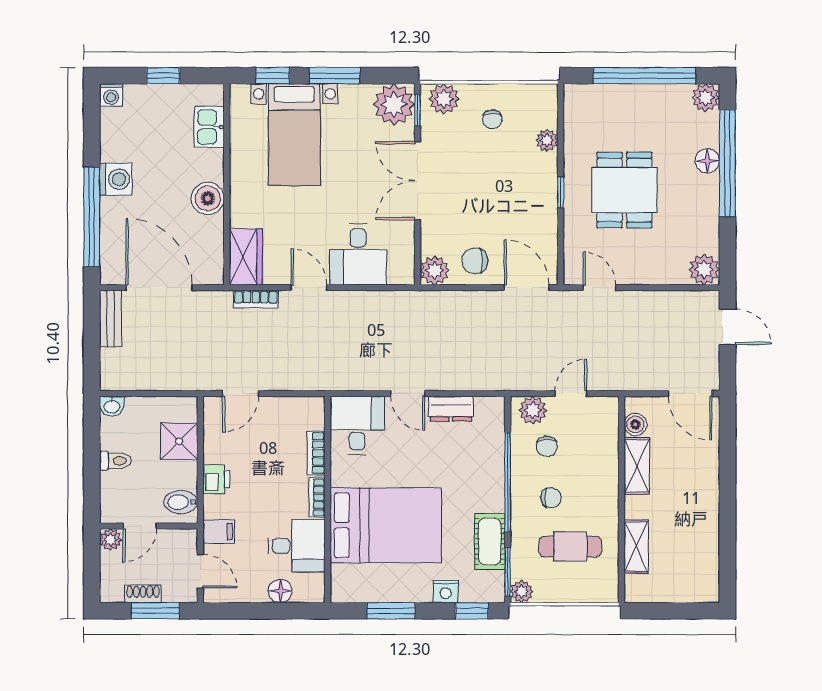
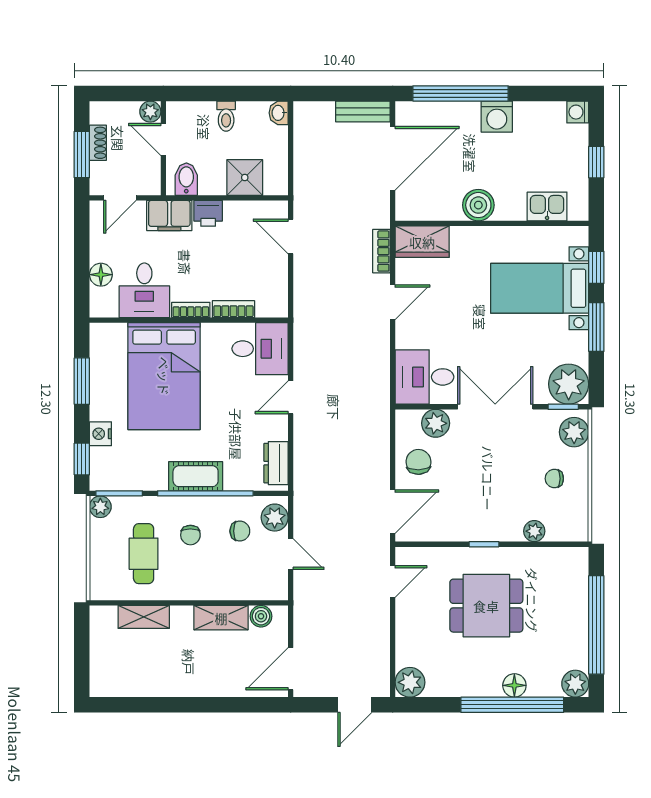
desk: (358, 254) -> (424, 377), moved
plant: (435, 270) -> (436, 423), moved
dresser: (451, 409) -> (276, 463), moved
chair: (547, 446) -> (240, 531), turned 180
filing cabinet: (219, 532) -> (169, 215), width x2.00
cot: (490, 541) -> (196, 476), moved

